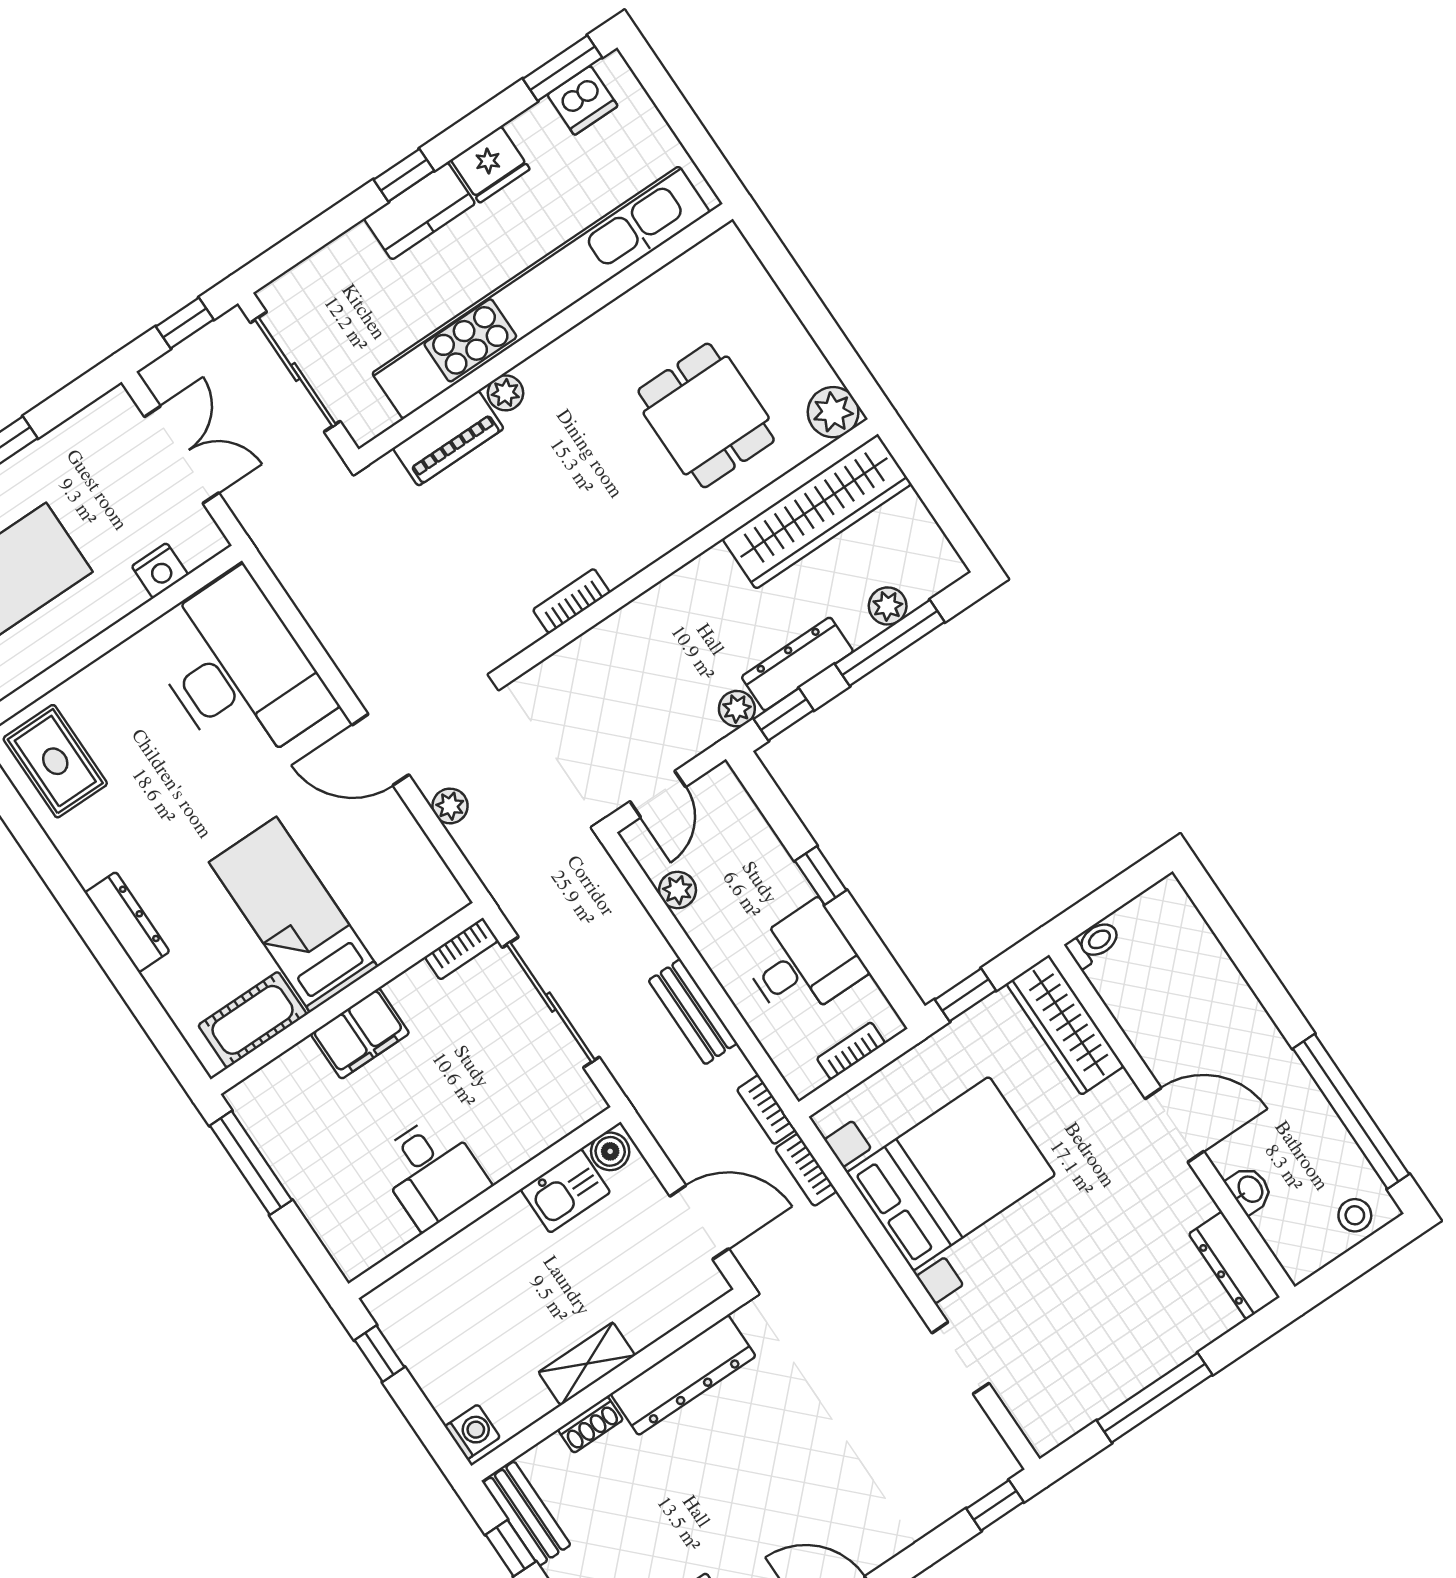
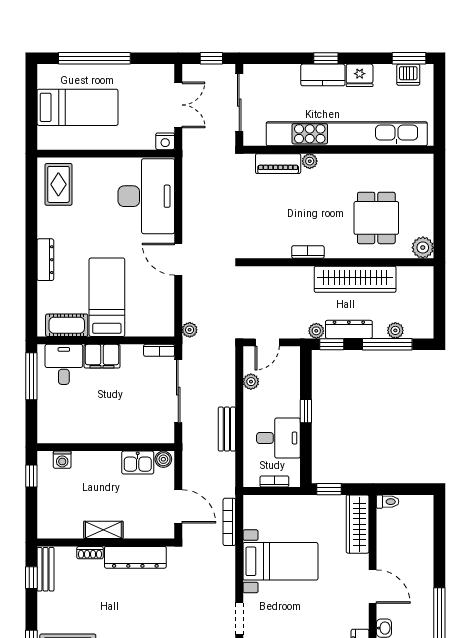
wardrobe: (817, 511) -> (355, 279), moved
nightstand: (160, 571) -> (165, 141), moved
bookcase: (571, 601) -> (308, 252), moved
plant: (450, 806) -> (190, 330), moved
bookcase: (766, 1110) -> (230, 482), removed
bookcase: (806, 1170) -> (229, 522), width x1.56
desk: (432, 1172) -> (64, 364), moved, turned 180
bed with nightstands: (951, 1174) -> (280, 561), width x0.73
washing machine: (472, 1432) -> (62, 460), moved, turned 90

